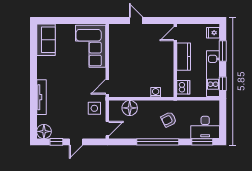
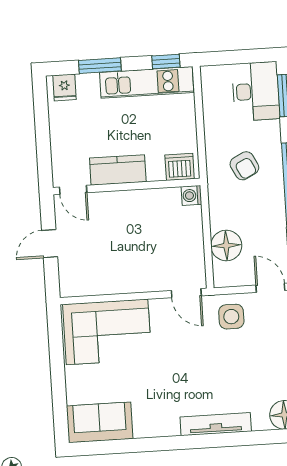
door: (175, 34) -> (73, 190), moved
kitchen counter: (184, 57) -> (118, 170), moved
wall: (175, 60) -> (127, 187), moved
dishwasher: (183, 87) -> (180, 167), moved

